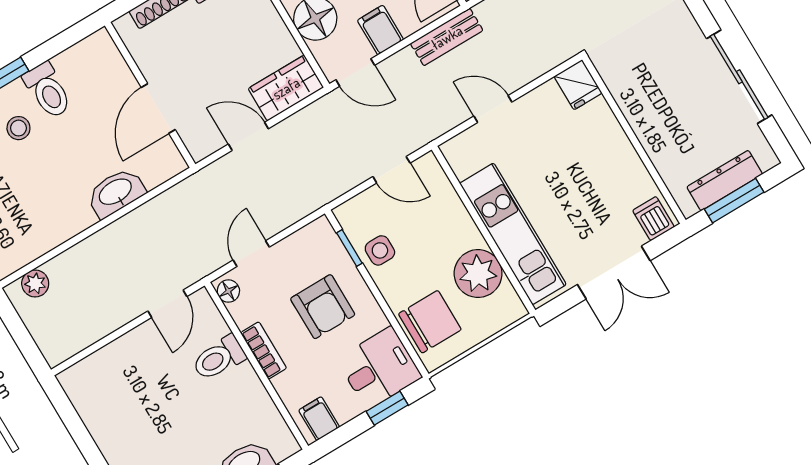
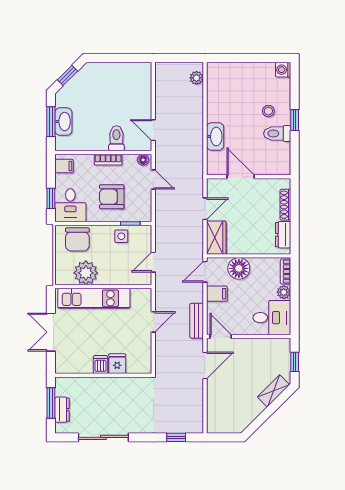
fridge: (578, 85) -> (117, 364), moved, turned 90
dresser: (725, 180) -> (62, 410), width x0.70
dishwasher: (653, 219) -> (101, 365), moved, turned -90

